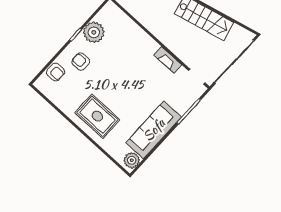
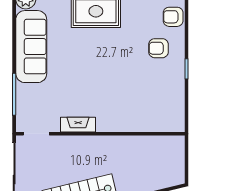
plant: (94, 32) -> (171, 87), removed
armchair: (81, 62) -> (159, 48), turned 180

